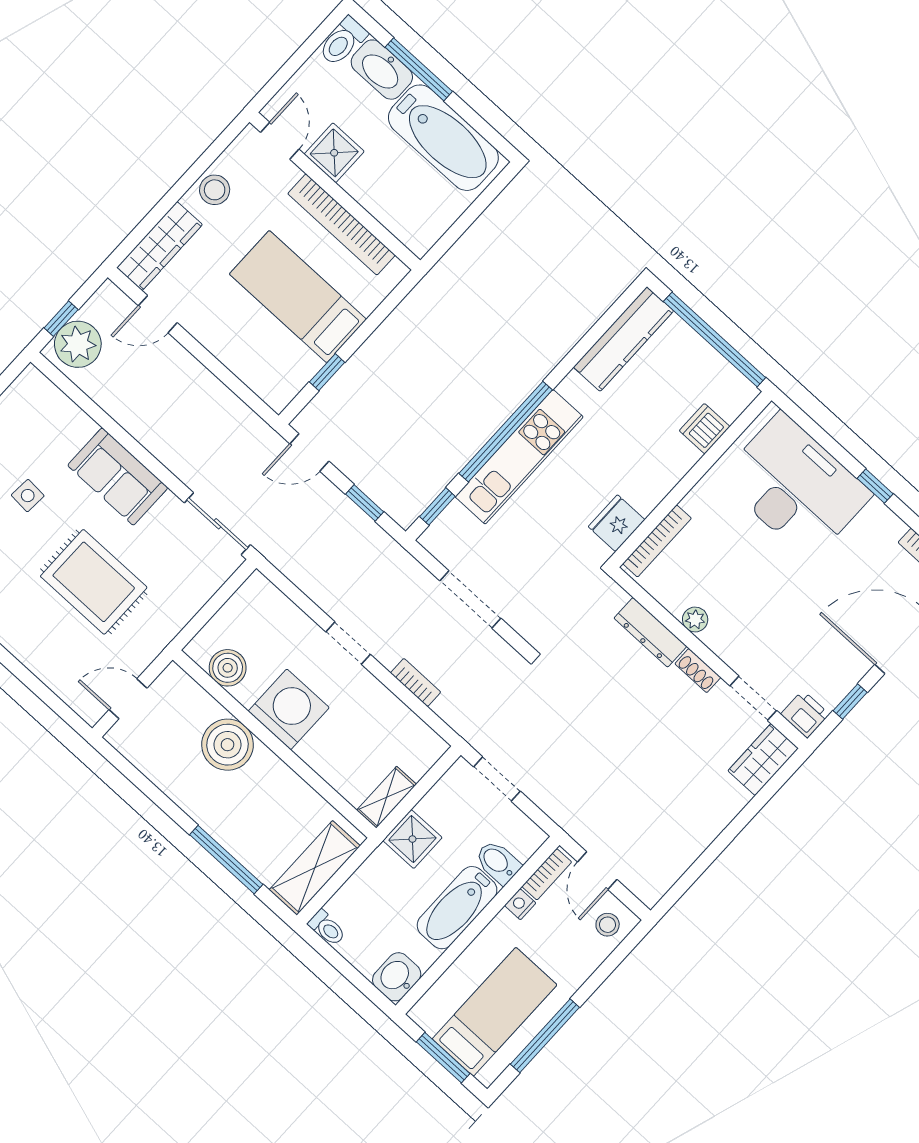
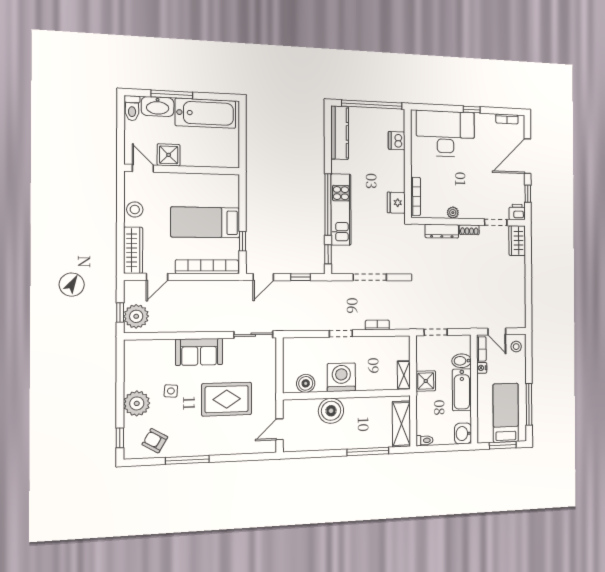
bookcase: (342, 224) -> (207, 267), moved, turned 180

